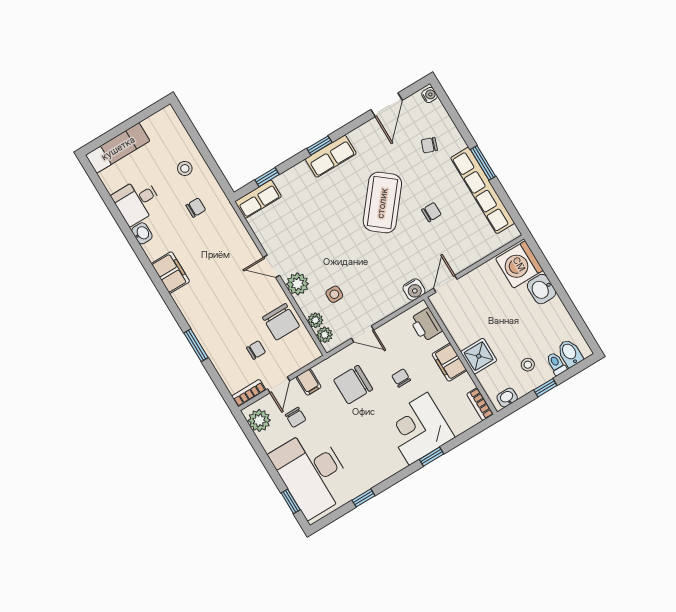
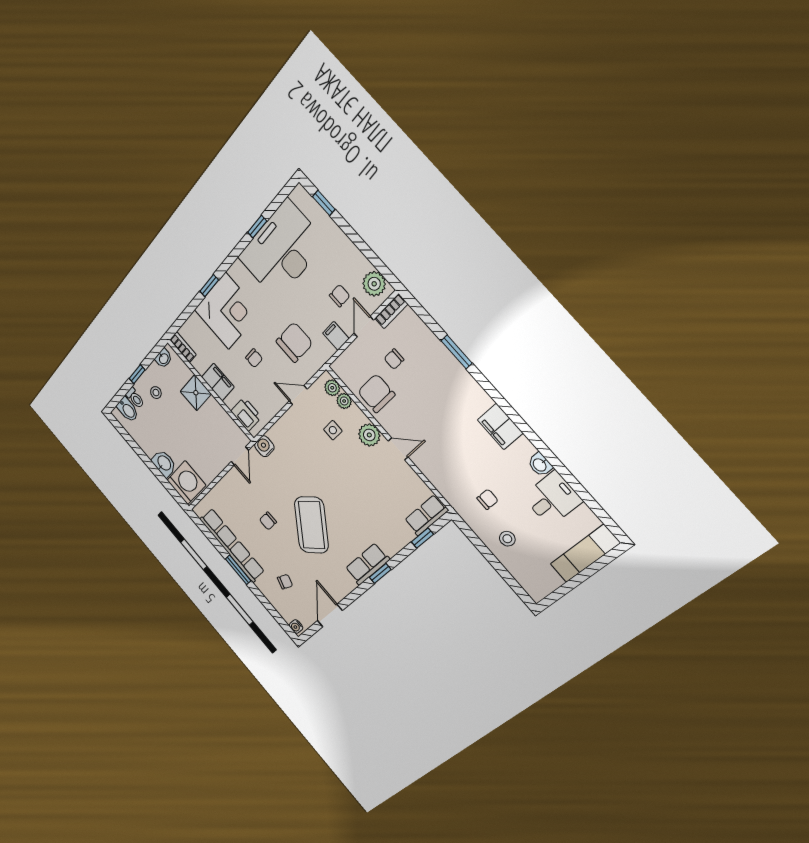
chair: (196, 208) -> (487, 499), turned 180
chair: (296, 417) -> (340, 296), turned 90
desk: (312, 473) -> (282, 250), moved, turned -90

